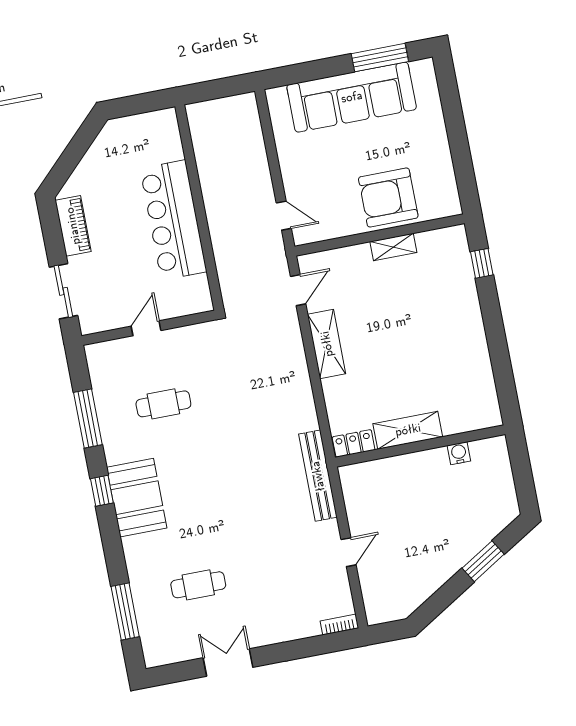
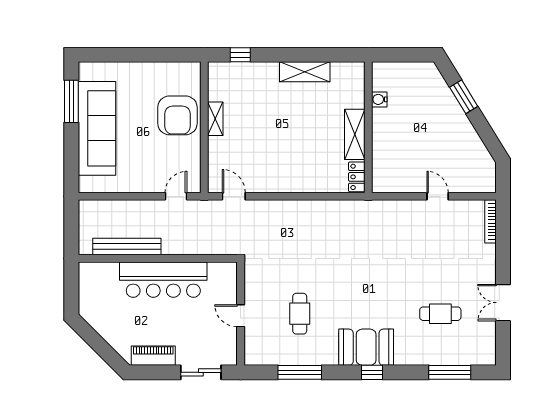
shelving: (327, 344) -> (305, 72), moved
bench: (318, 476) -> (127, 247), moved
window: (102, 491) -> (372, 372), moved
cafe table: (198, 585) -> (440, 314), turned 90
bookcase: (339, 625) -> (490, 221), width x1.56

